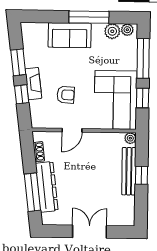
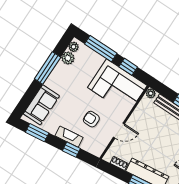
sofa: (70, 35) -> (41, 105), moved
window: (18, 62) -> (37, 133), moved
armchair: (66, 95) -> (91, 119), turned -93
door: (72, 130) -> (119, 131), hinge flipped

